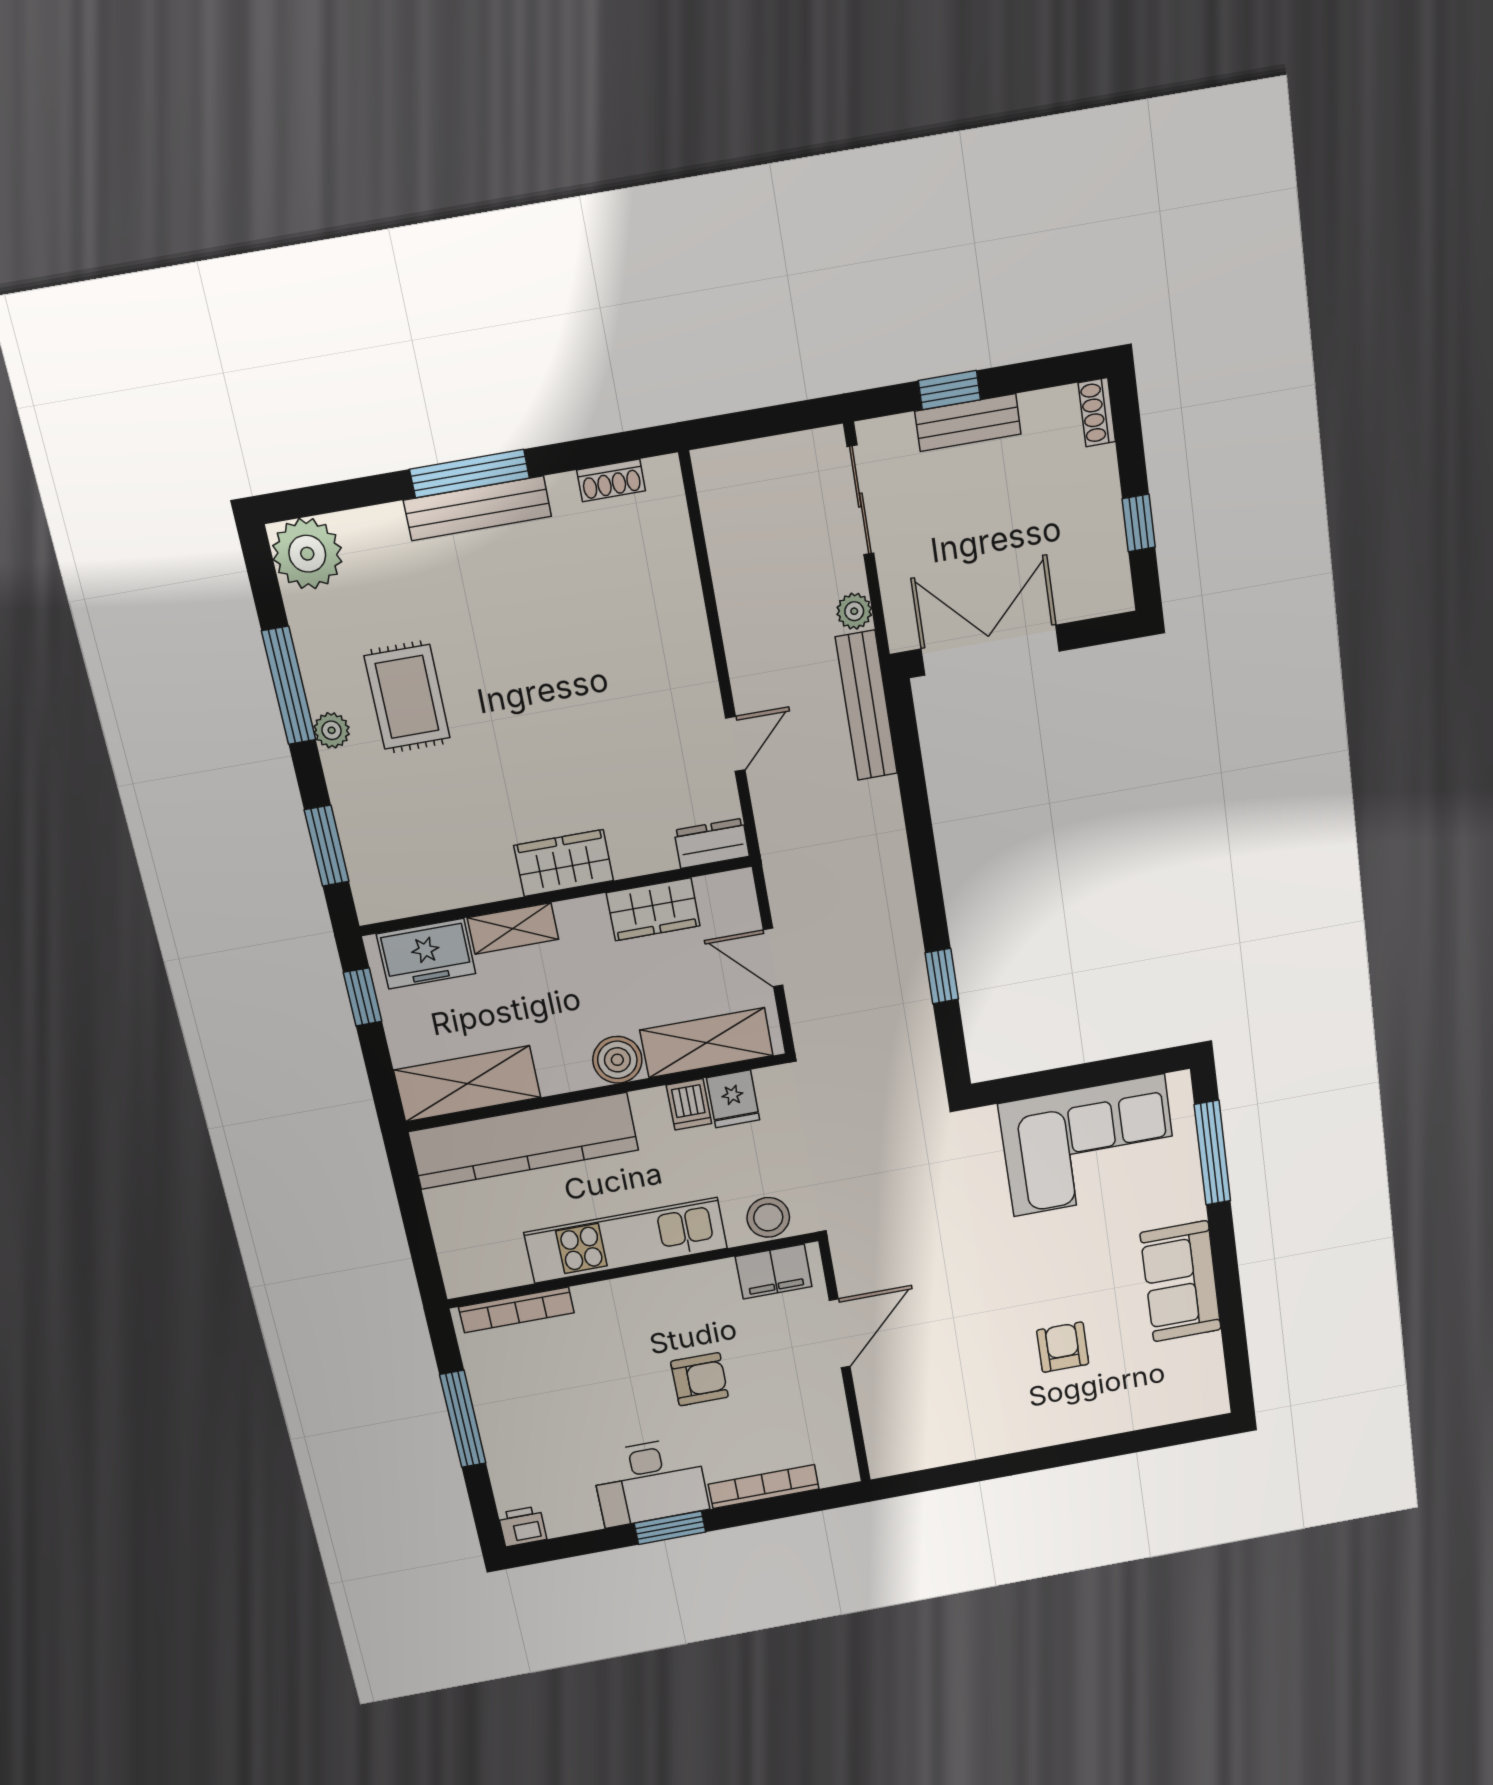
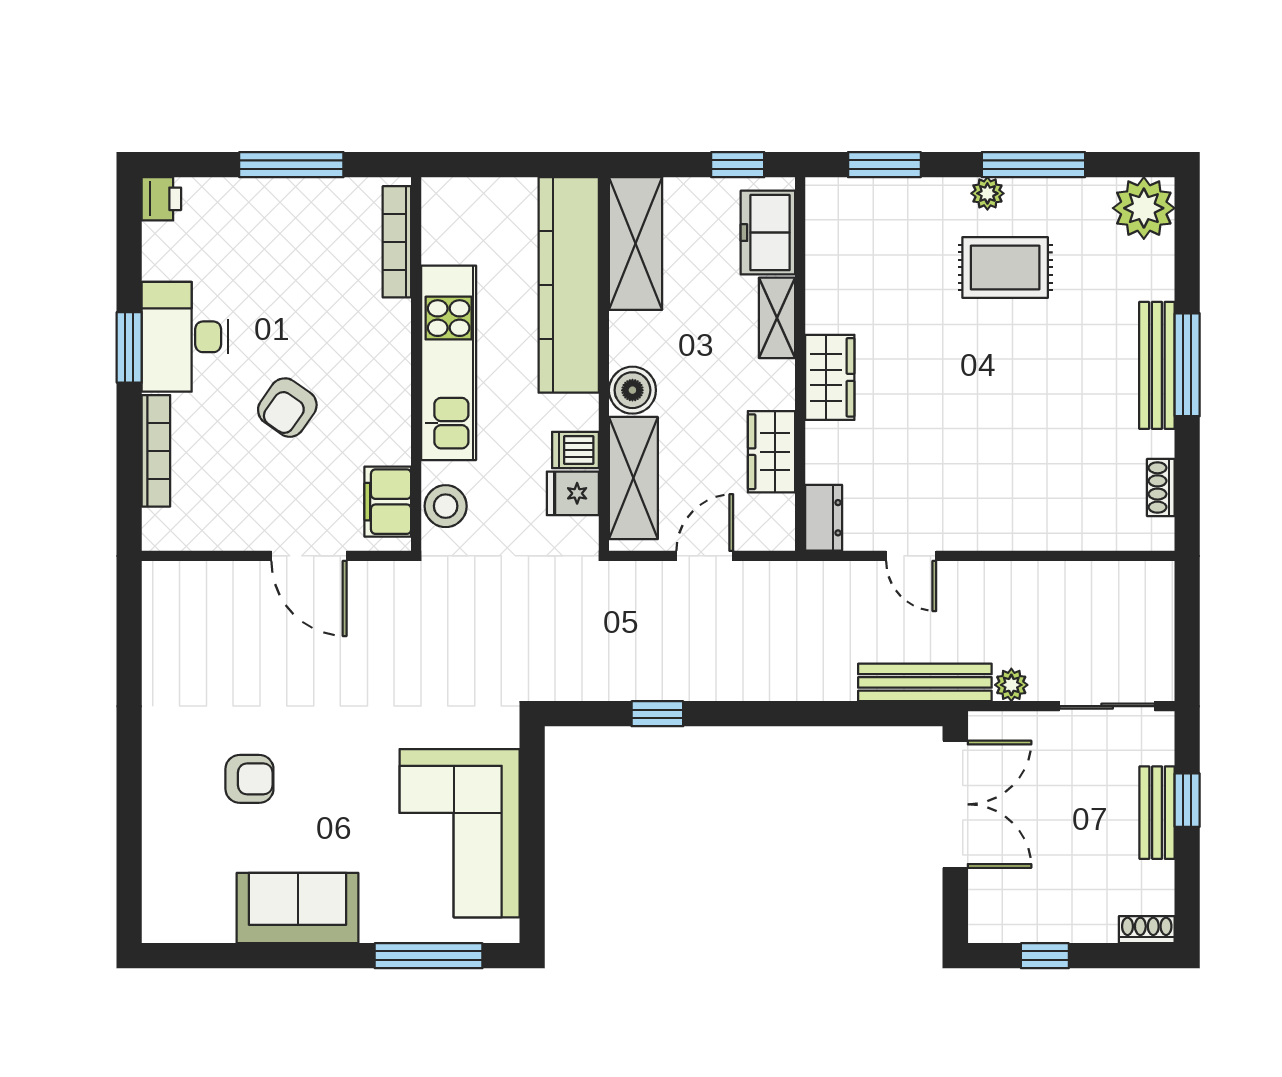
armchair: (699, 1379) -> (287, 408), turned 35

